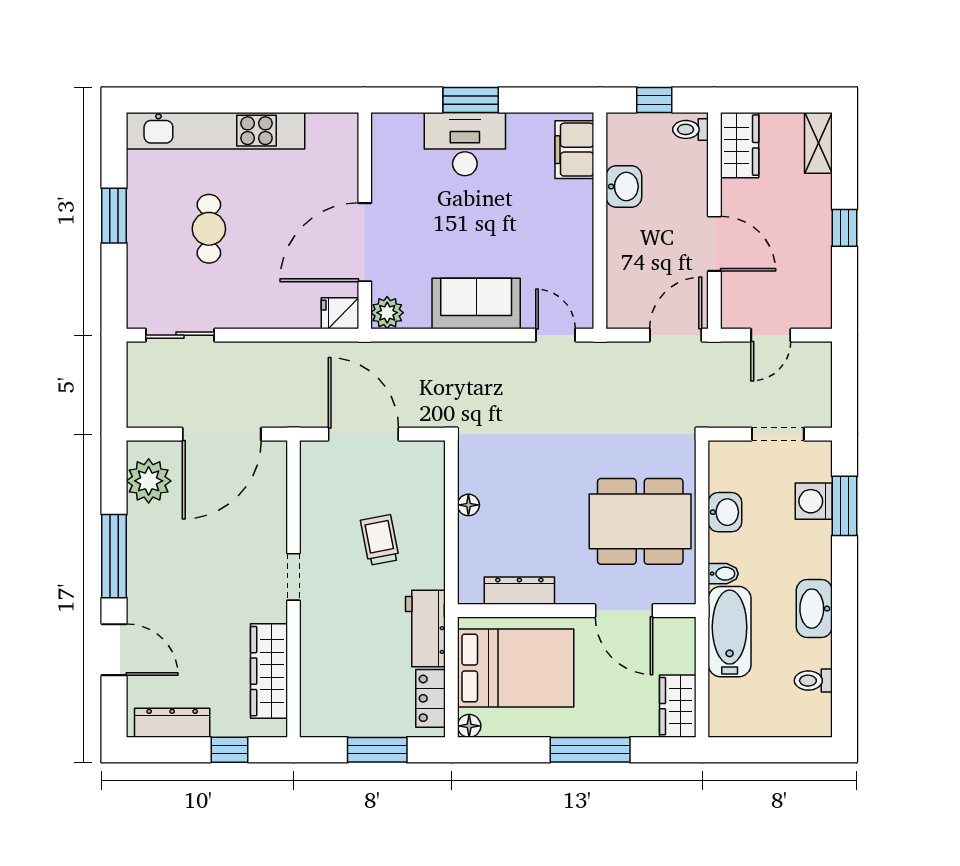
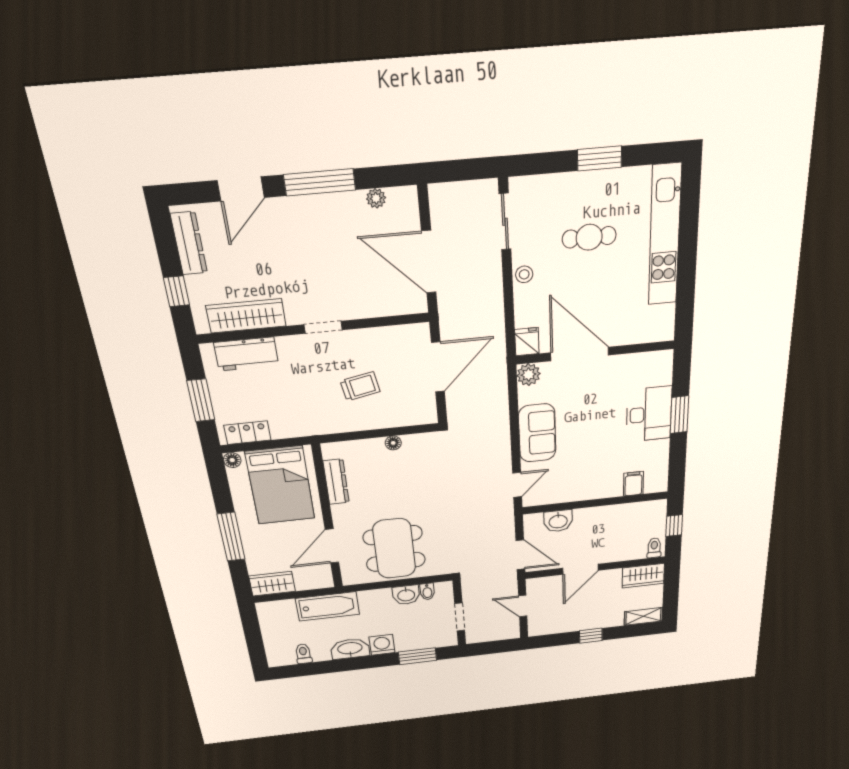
filing cabinet: (574, 150) -> (633, 484), width x0.50
washbasin: (624, 187) -> (558, 521), moved
stool: (249, 314) -> (524, 274), added
plant: (149, 481) -> (376, 198), width x0.53, depth x0.53
washing machine: (814, 501) -> (382, 645), moved
bidet: (723, 574) -> (427, 591), moved
workbench: (425, 629) -> (246, 354), moved, turned 180

